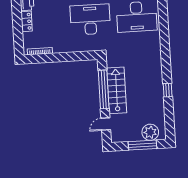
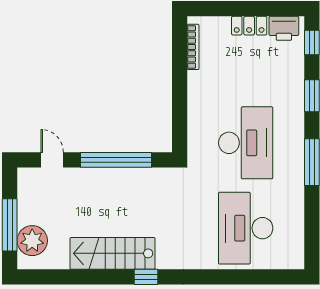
stairs: (117, 90) -> (113, 253), moved, turned 180
window: (168, 90) -> (146, 277), moved

